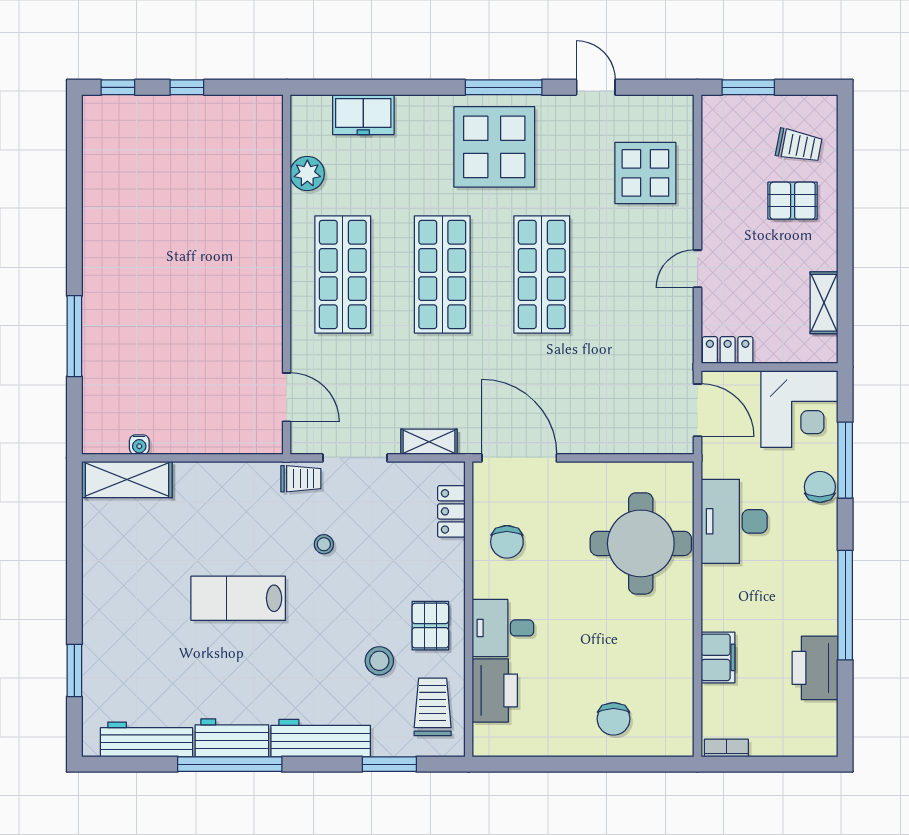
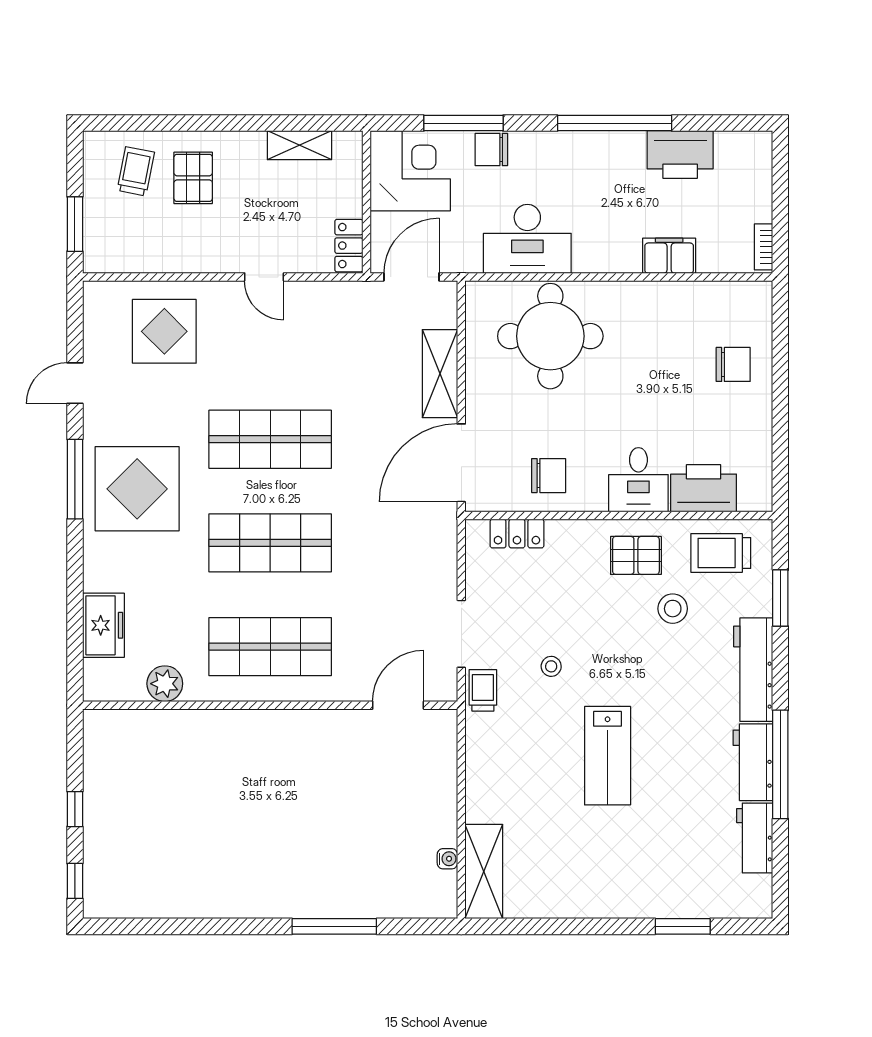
shelving: (429, 442) -> (440, 374), moved, width x1.50, depth x1.33
workbench: (147, 739) -> (755, 838), width x0.73

